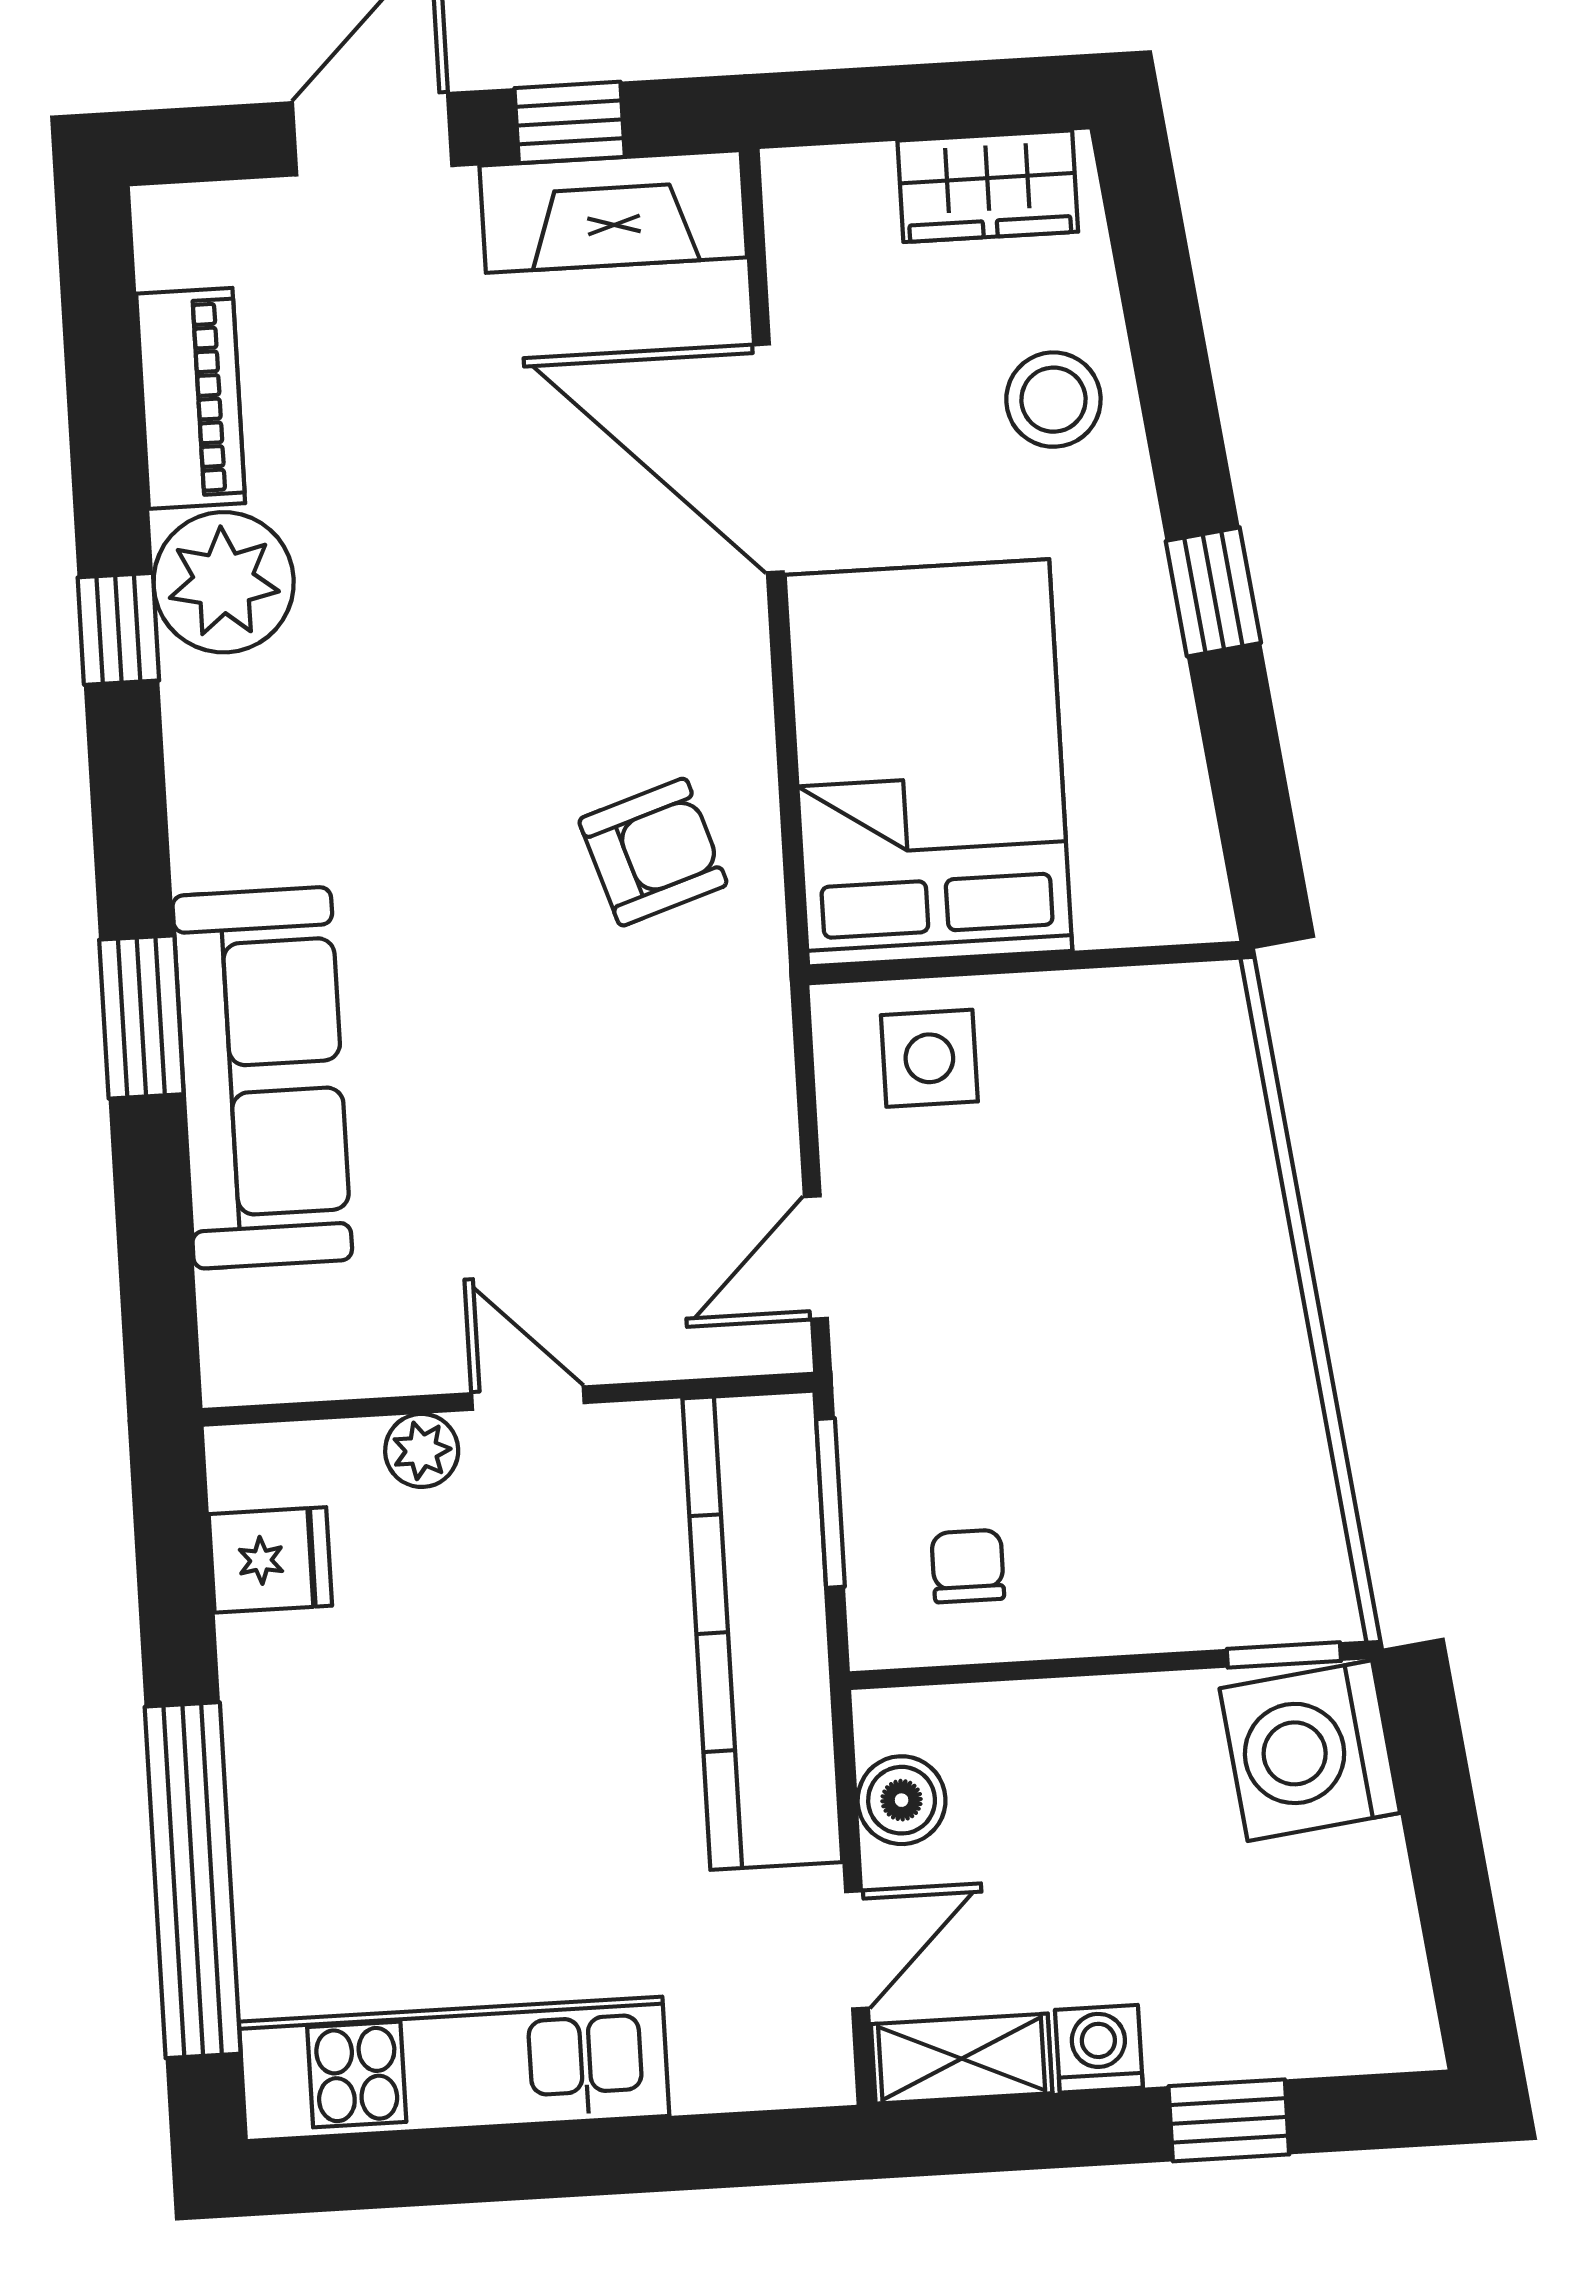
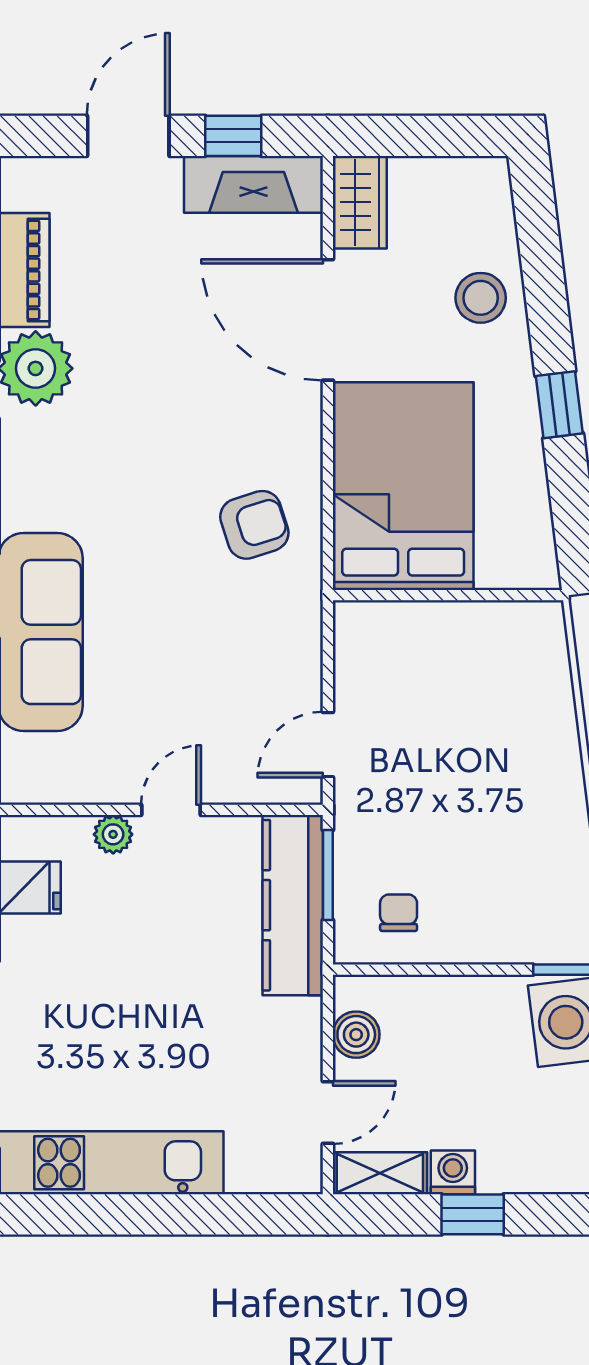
wardrobe: (988, 186) -> (360, 202), moved, turned -90
side table: (929, 1058) -> (394, 643), removed
door: (528, 1398) -> (171, 810), hinge flipped
kitchen counter: (762, 1630) -> (293, 905), width x0.72, depth x0.86
window: (1229, 2120) -> (473, 1214), moved

